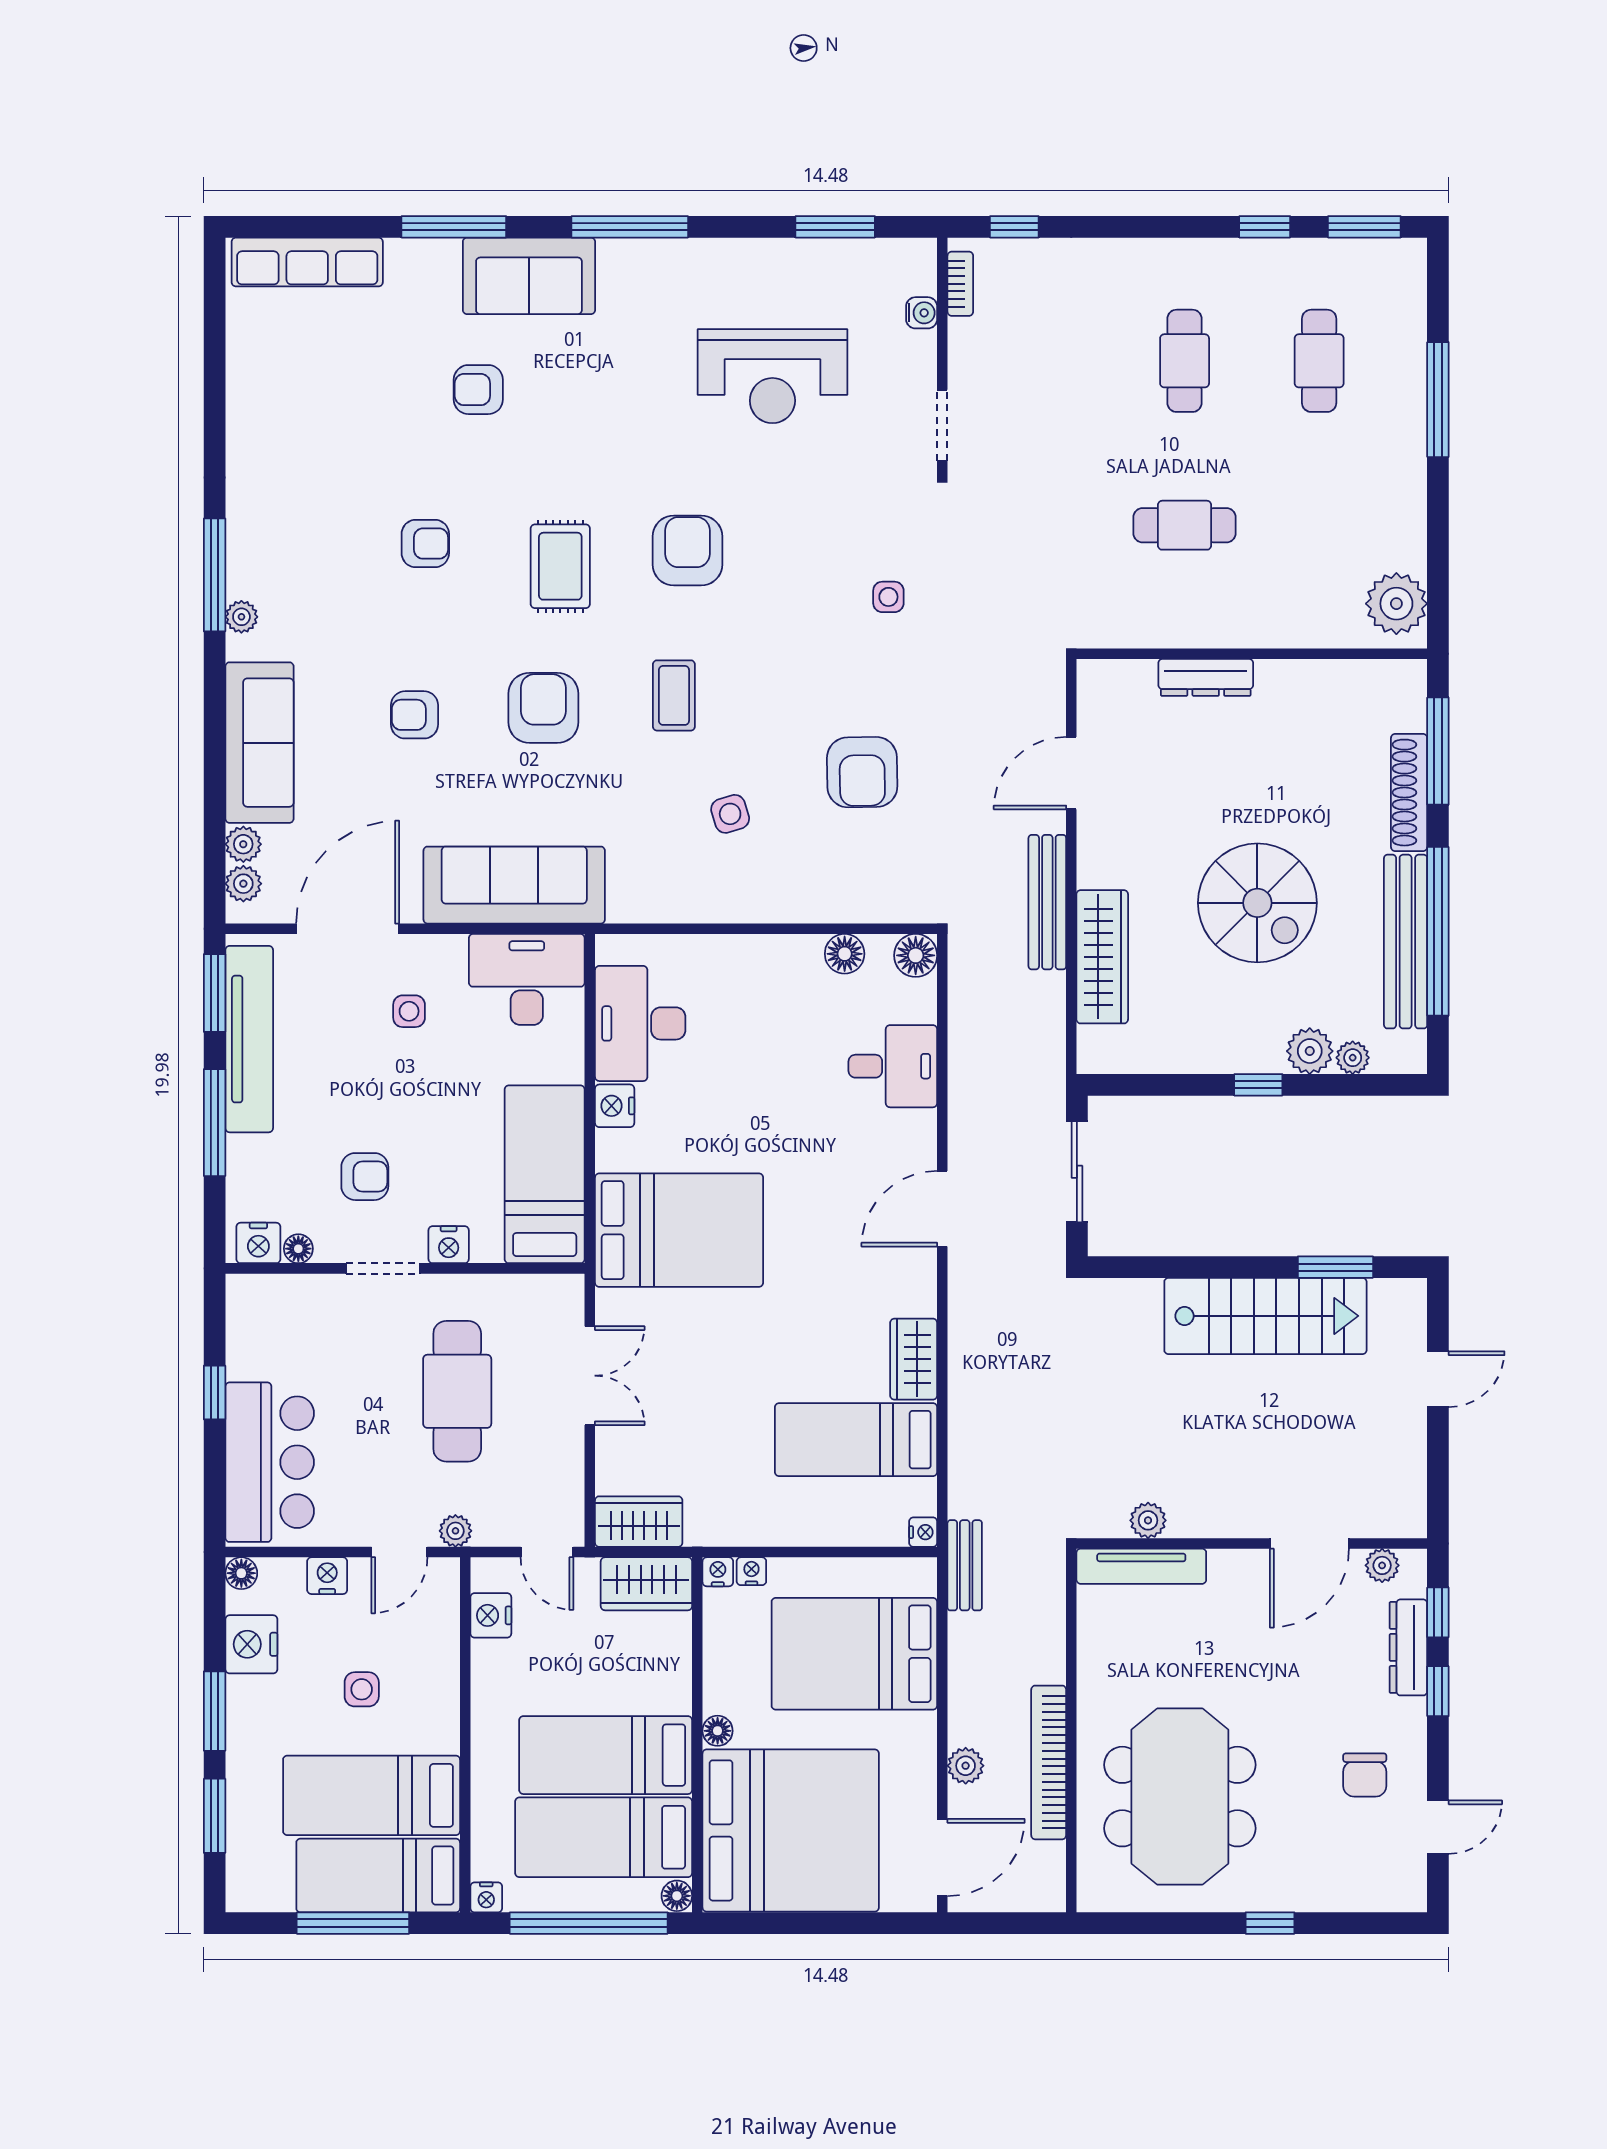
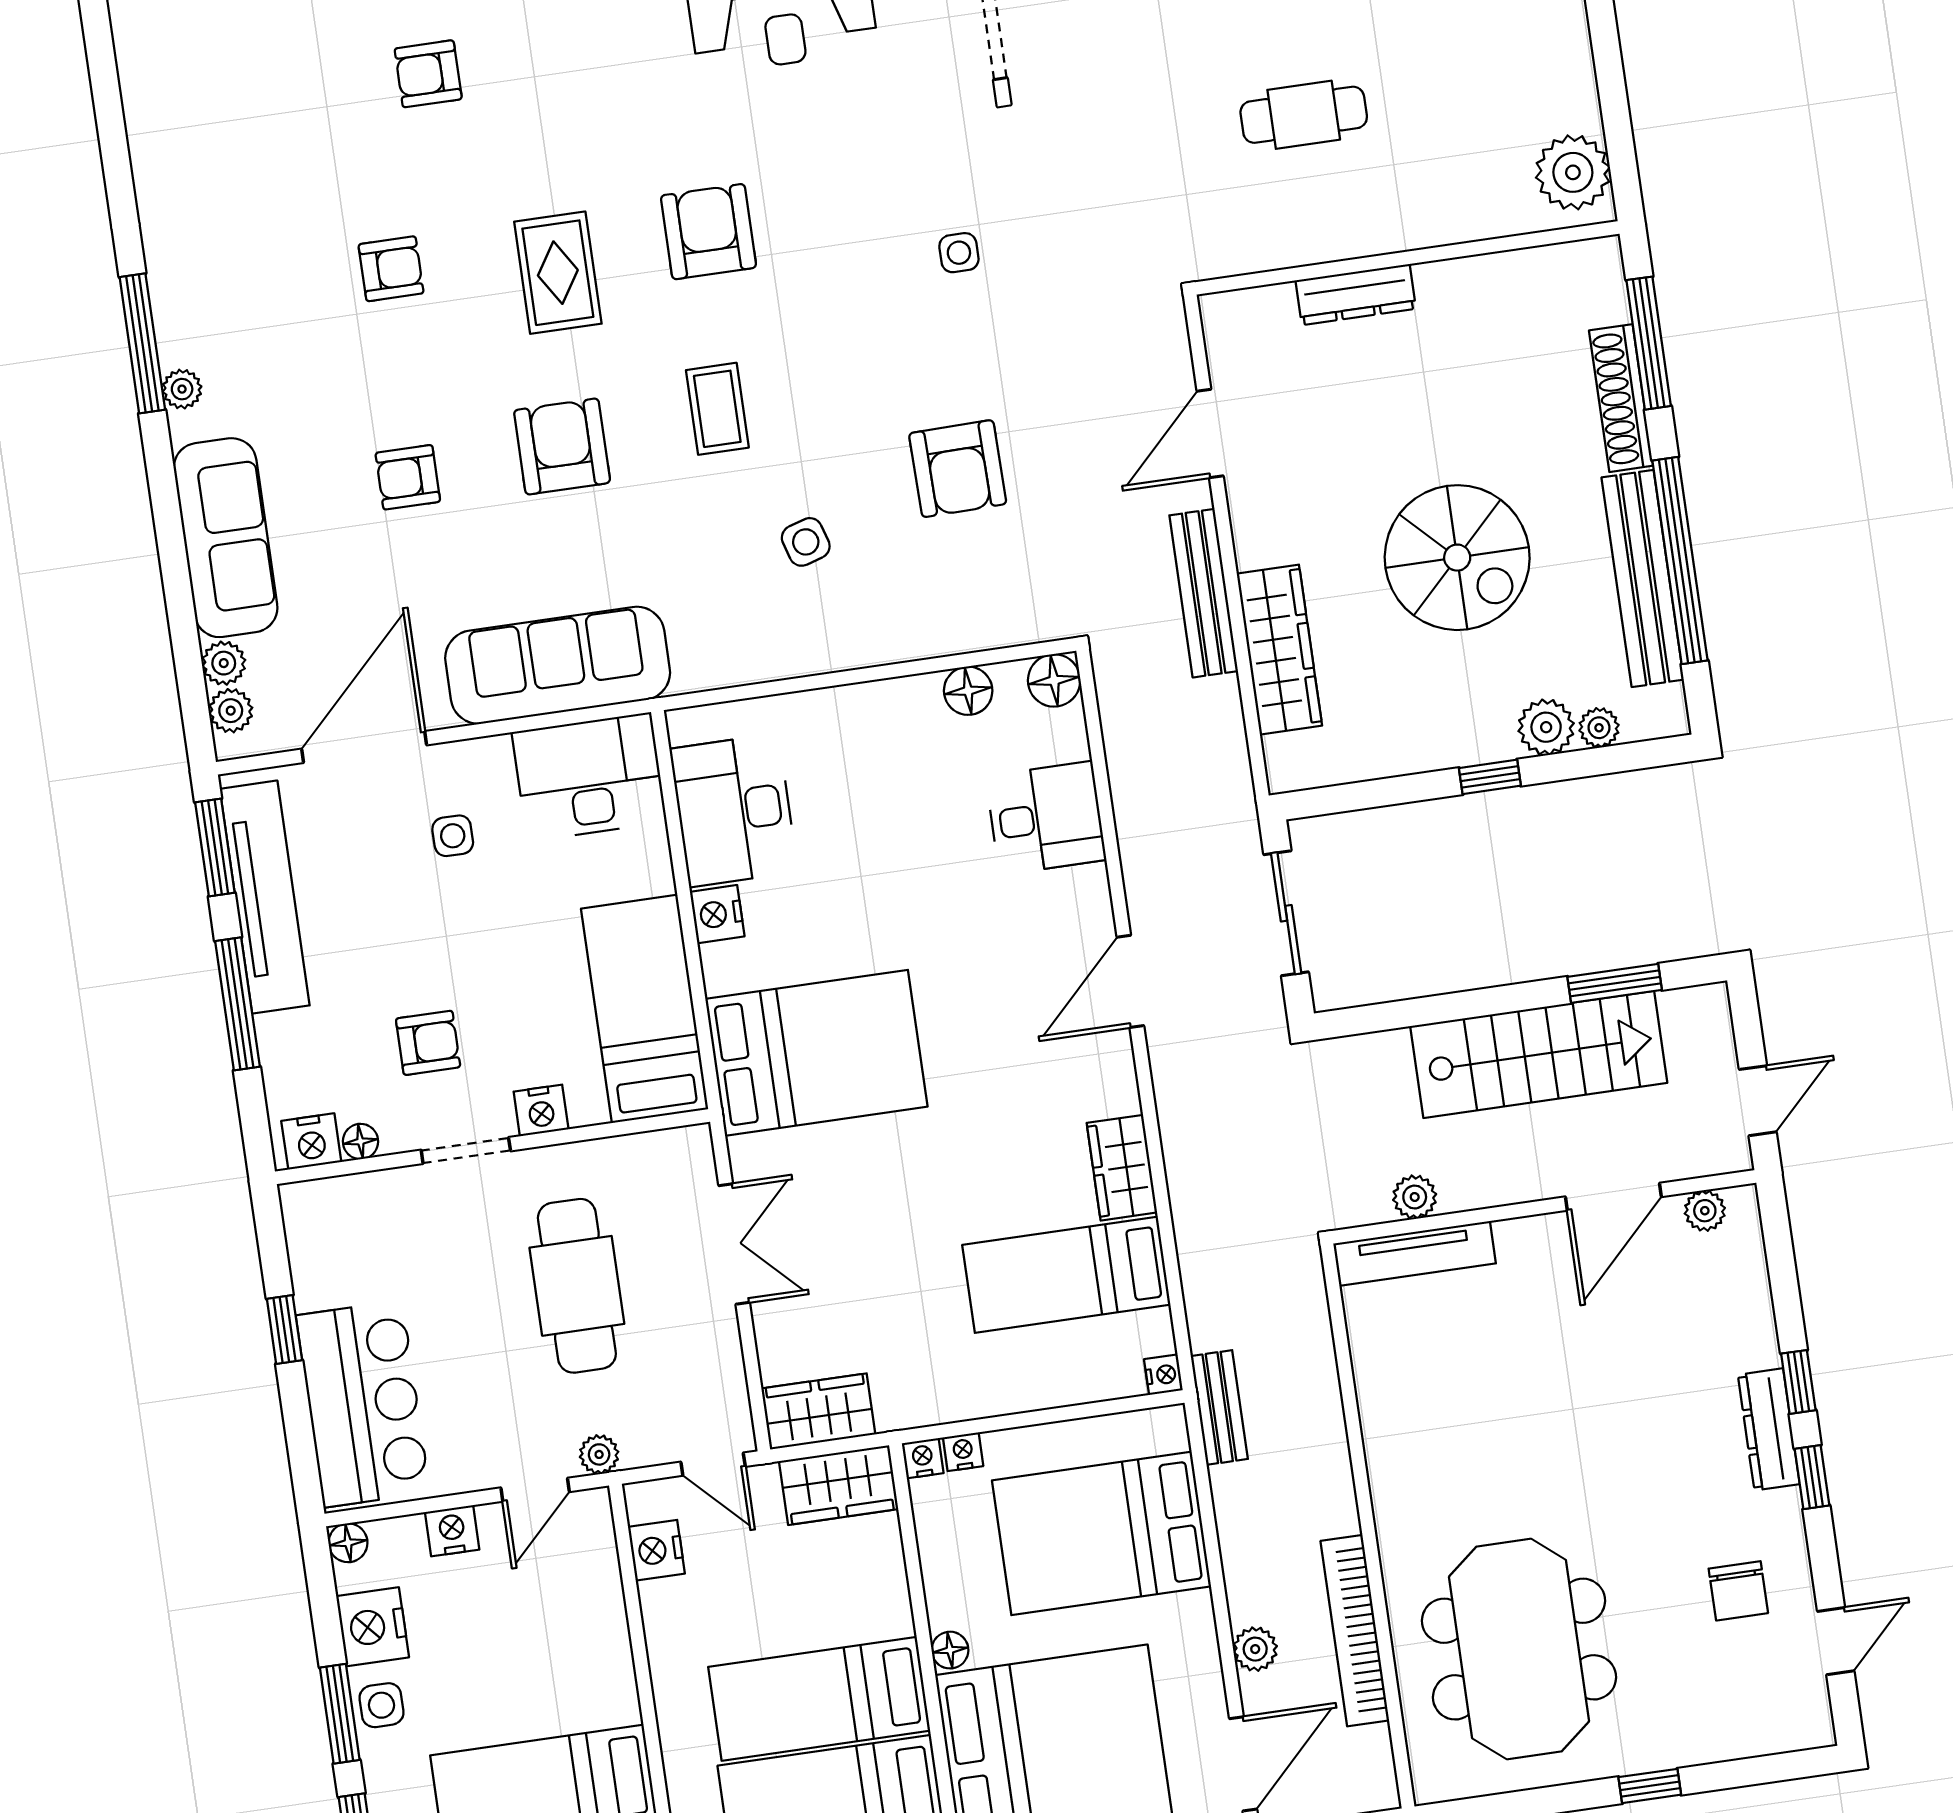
plant: (1148, 1520) -> (1415, 1197), moved
wall: (1252, 1543) -> (1544, 1207), moved
door: (1309, 1543) -> (1613, 1197), moved
plant: (1382, 1565) -> (1705, 1211), moved
tv unit: (1141, 1566) -> (1415, 1253), moved
side table: (362, 1689) -> (382, 1705), moved

